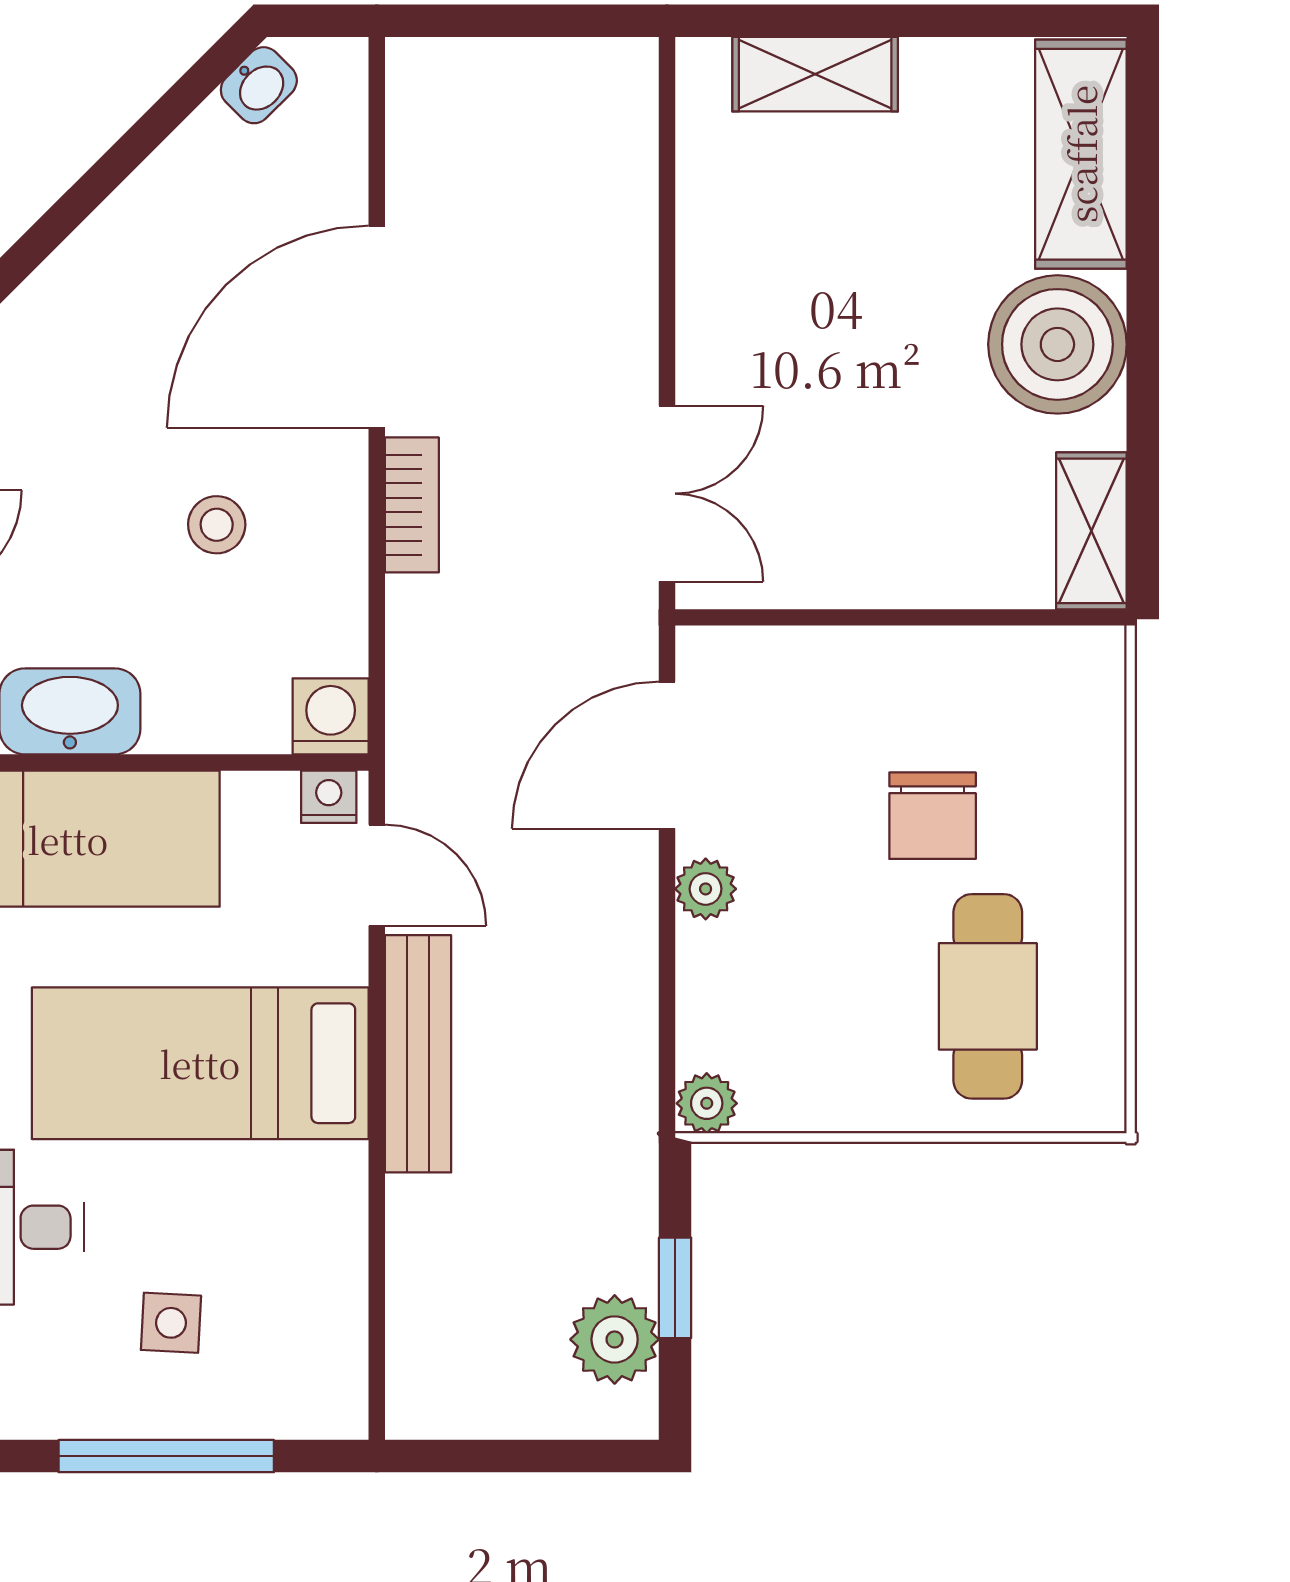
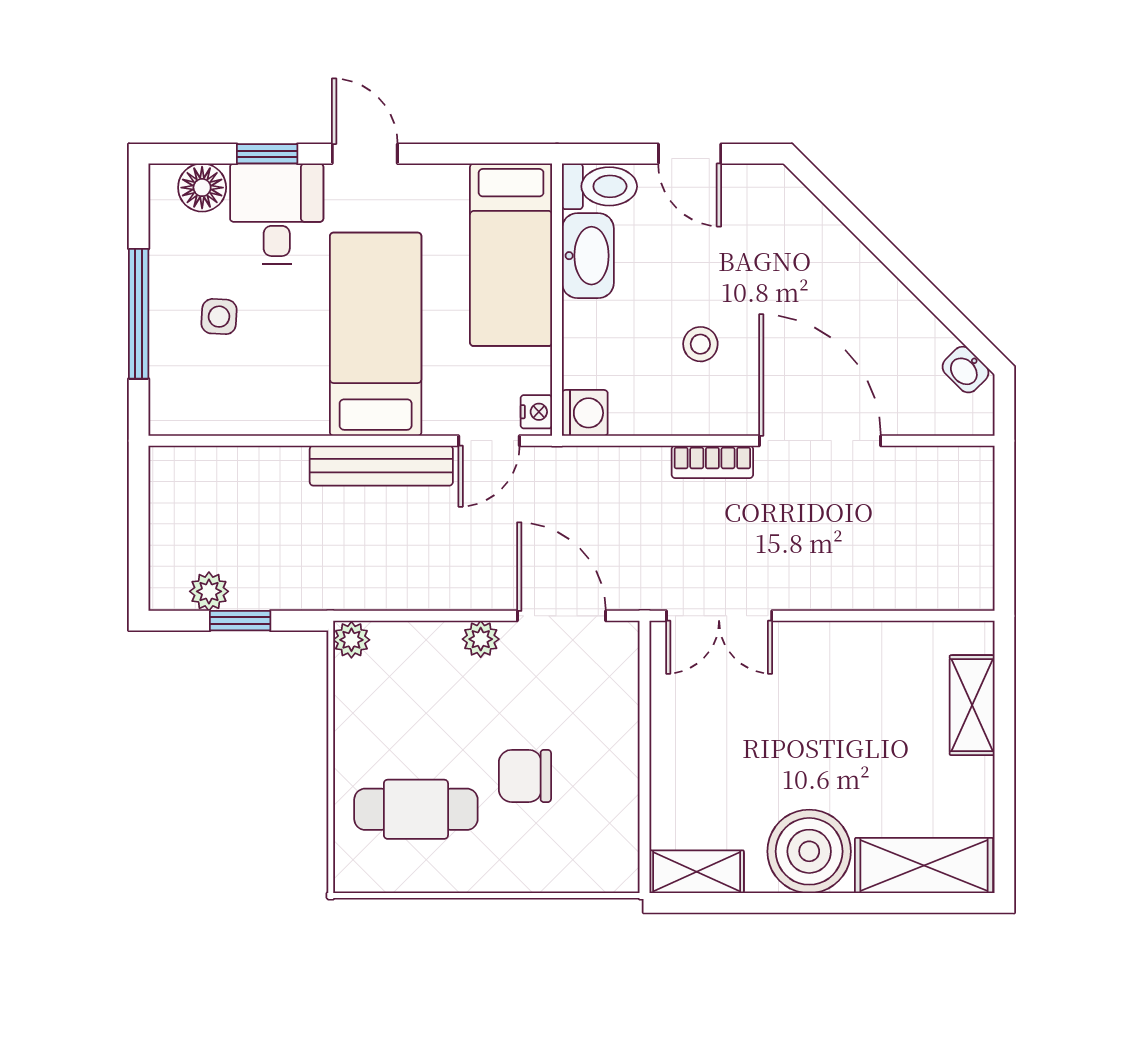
plant: (615, 1339) -> (209, 591), width x0.73, depth x0.73

